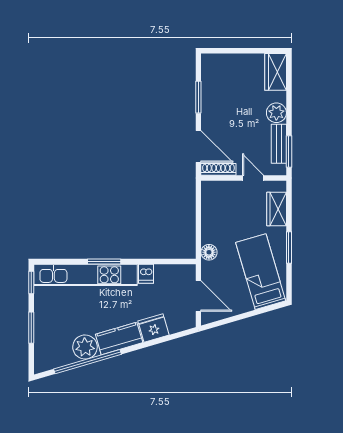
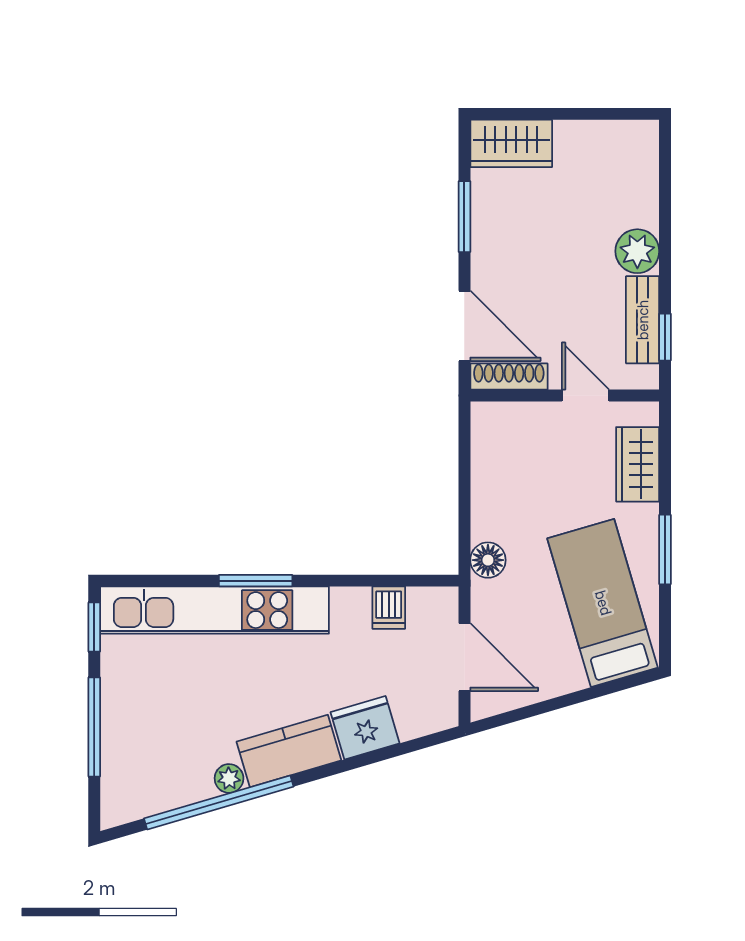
wardrobe: (276, 72) -> (511, 143), moved, turned -90
window: (289, 152) -> (665, 337), width x0.67
dishwasher: (146, 274) -> (389, 608), moved
window: (31, 328) -> (94, 727), width x1.44
plant: (85, 347) -> (229, 778), width x0.53, depth x0.53

